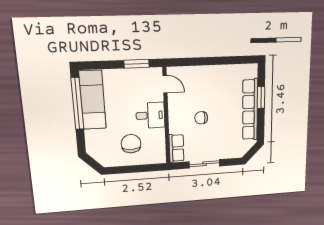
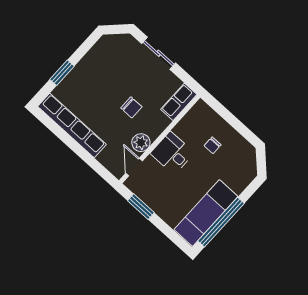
plant: (175, 103) -> (141, 143), added
row of seats: (250, 110) -> (72, 125), moved, turned -90
chair: (131, 144) -> (213, 145), width x0.54, depth x0.54
sliding door: (204, 164) -> (159, 53), moved

